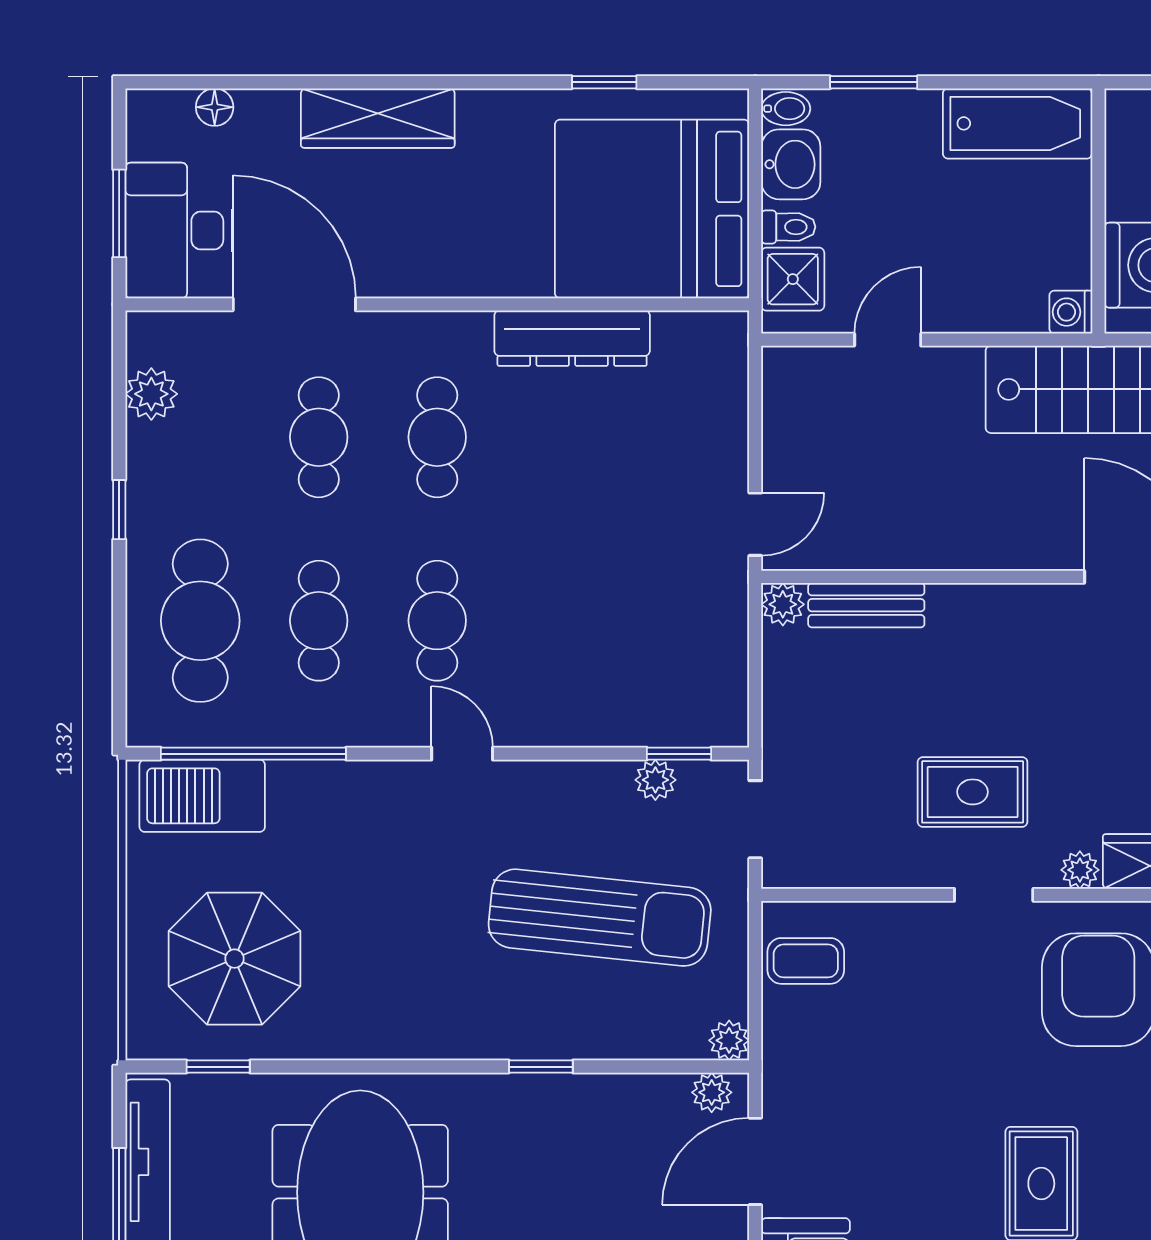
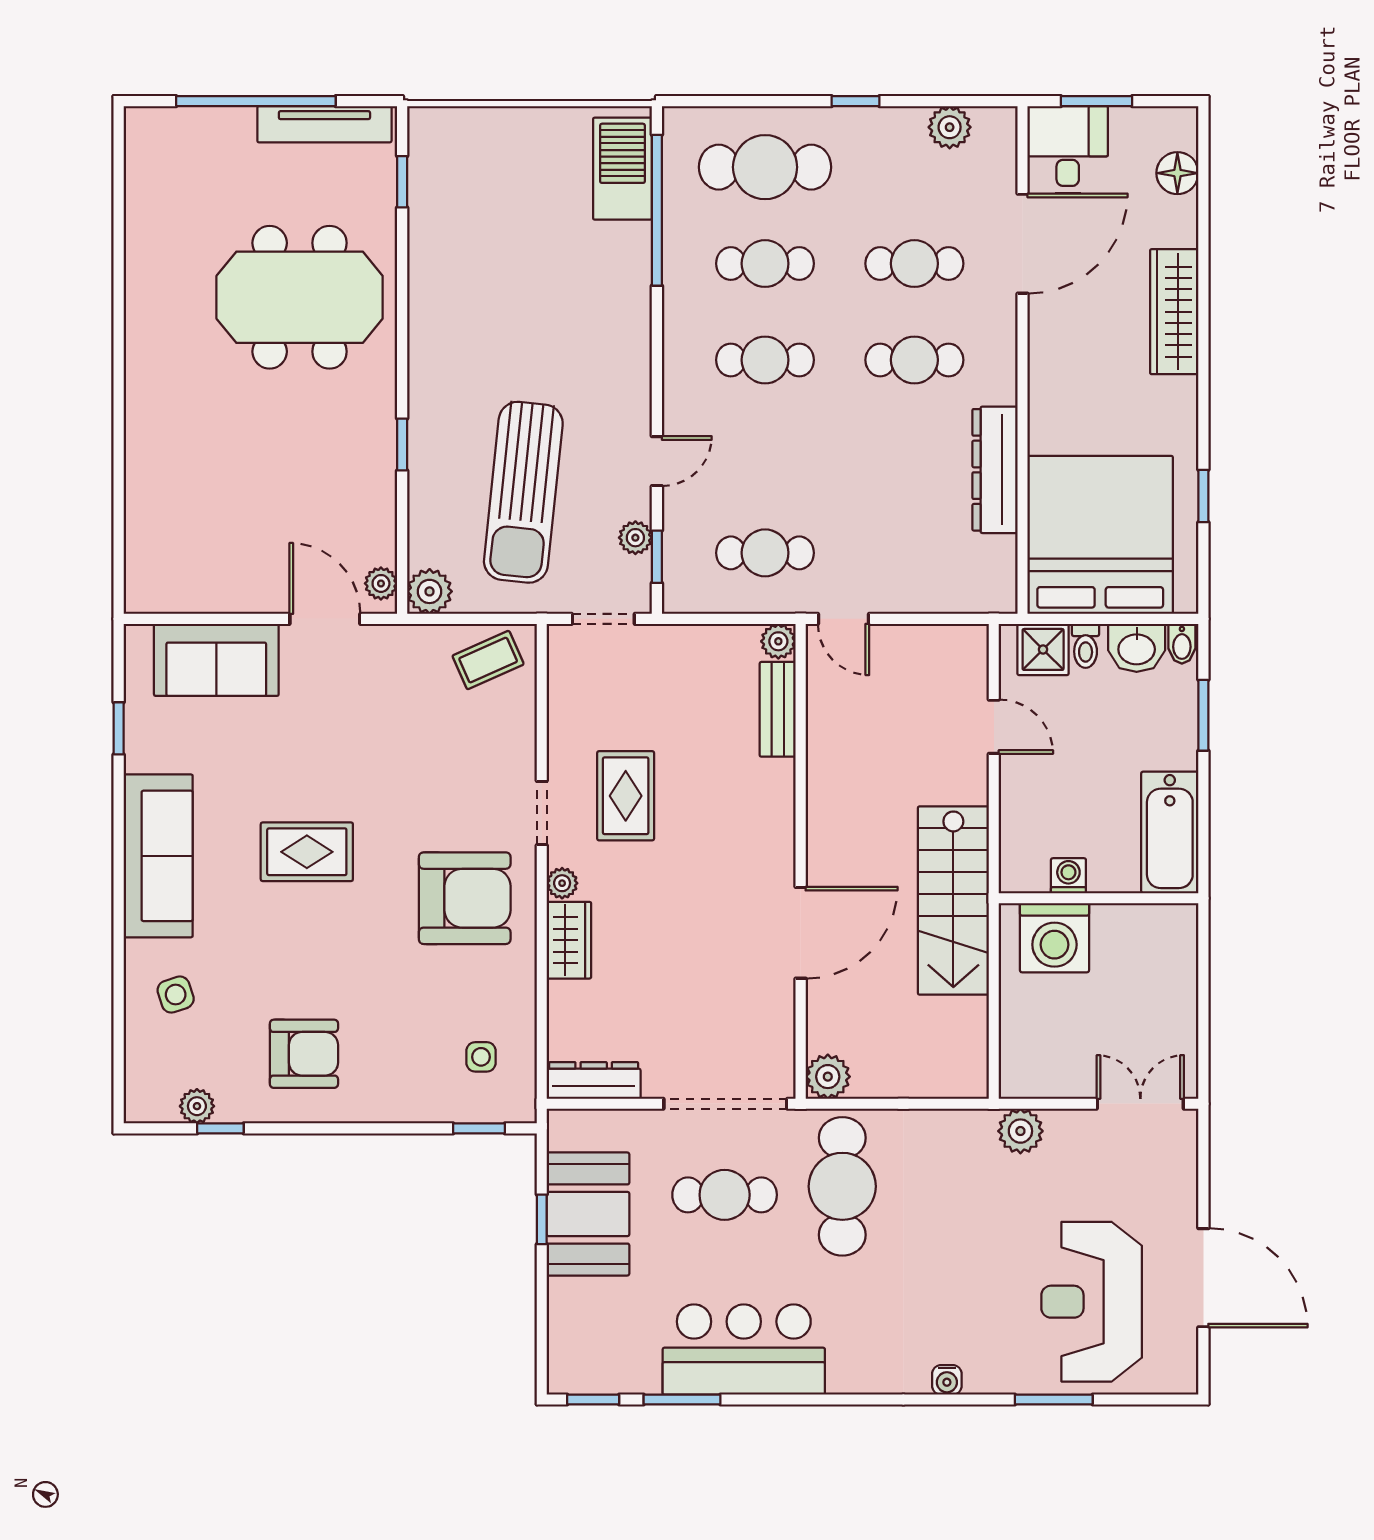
floor lamp: (215, 107) -> (1177, 173), width x1.37, depth x1.37
desk: (179, 231) -> (1068, 149), width x0.73
washing machine: (1071, 312) -> (1068, 876), moved
cafe table: (674, 621) -> (765, 553), added
door: (462, 754) -> (657, 461), moved
parasol: (235, 959) -> (490, 195), removed
coffee table: (806, 961) -> (488, 660), turned 66
plant: (729, 1040) -> (430, 591), width x1.38, depth x1.38

